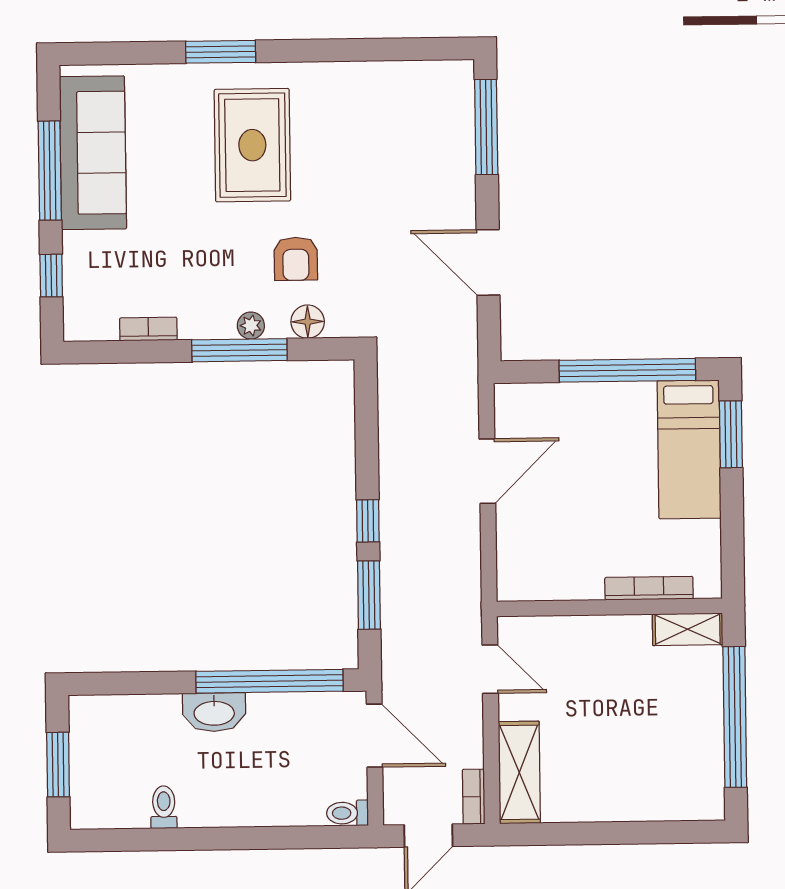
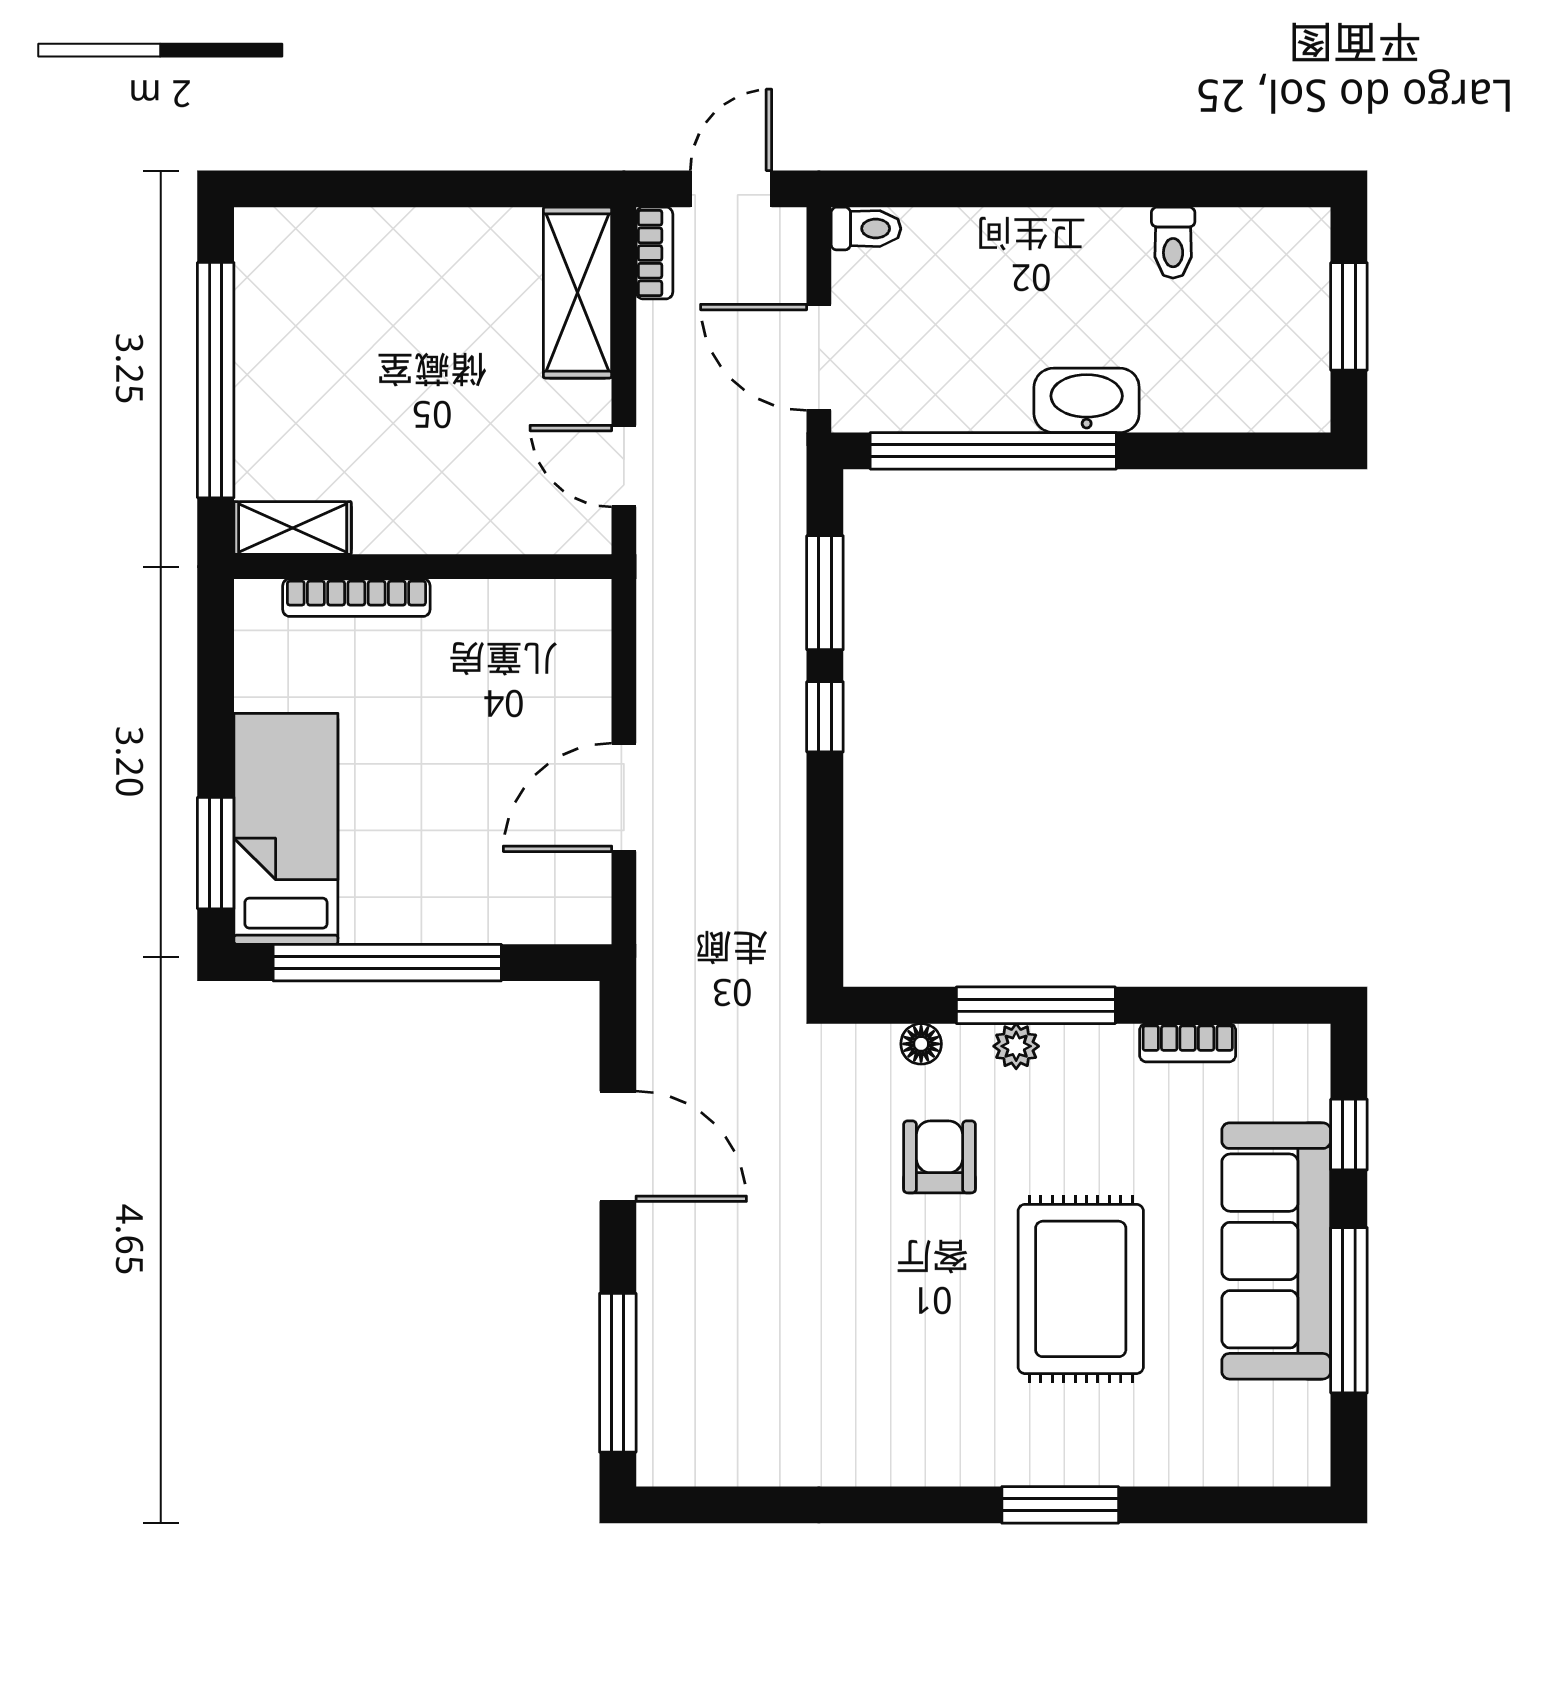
rug: (252, 145) -> (1081, 1289), moved
sofa: (93, 153) -> (1276, 1251), moved
floor lamp: (308, 322) -> (921, 1044), width x0.73, depth x0.73

